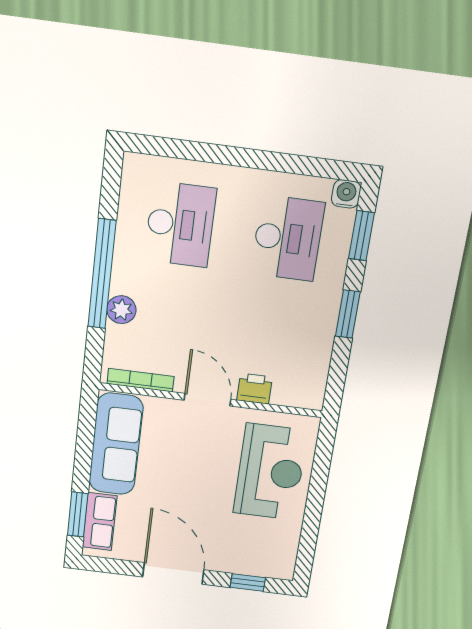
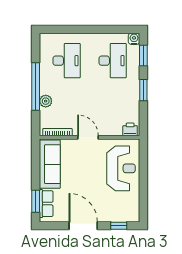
printer: (255, 389) -> (130, 129), moved

